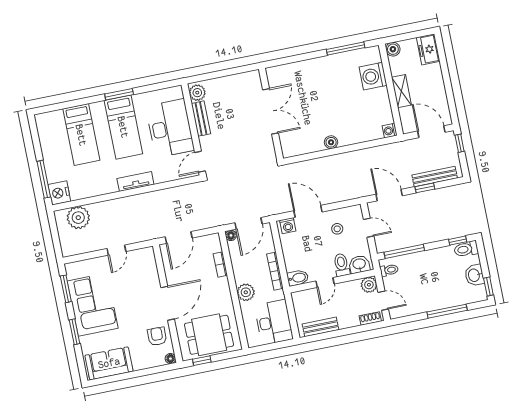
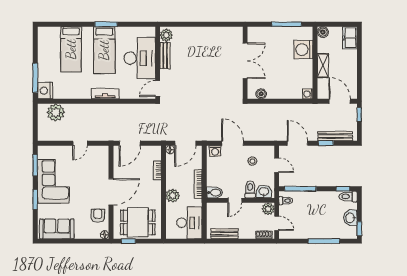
double door: (270, 111) -> (245, 61), moved
wall: (271, 114) -> (245, 63), moved

